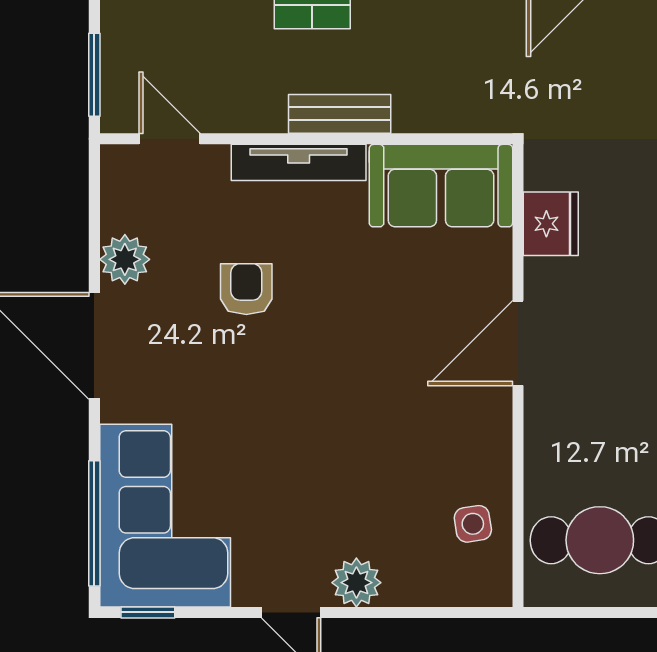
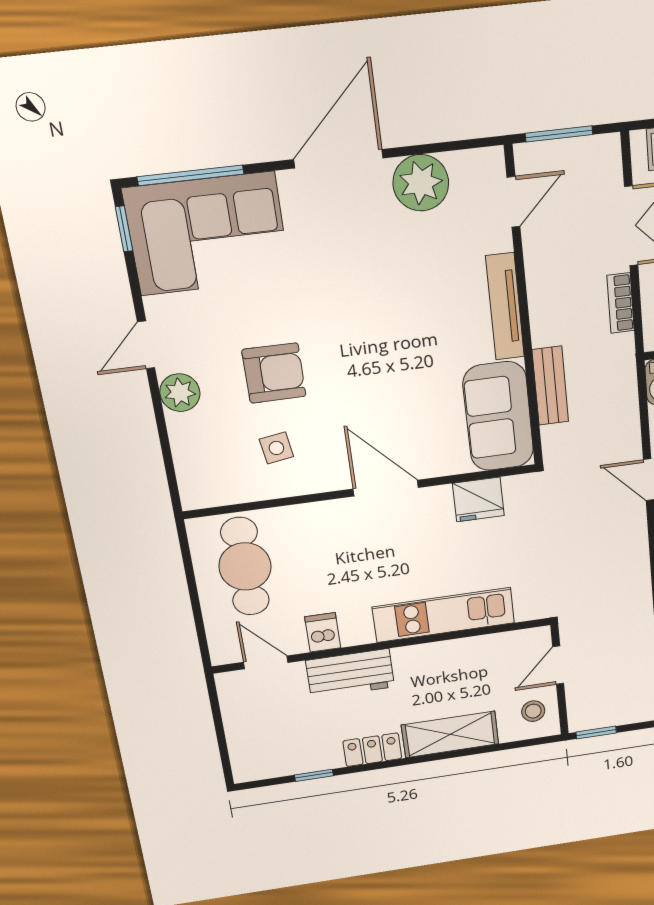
bench: (340, 114) -> (550, 386), moved
plant: (125, 259) -> (421, 183), width x1.36, depth x1.36
armchair: (246, 289) -> (274, 373), moved, width x1.38, depth x1.38
side table: (473, 524) -> (276, 448), moved

